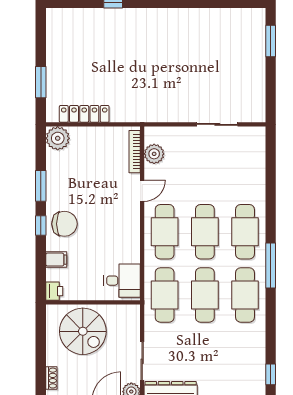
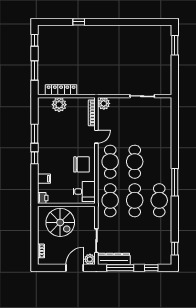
window: (41, 33) -> (35, 40), added
plant: (58, 138) -> (59, 105), moved
plant: (154, 154) -> (104, 103), moved
chair: (64, 224) -> (81, 164), moved
cafe table: (245, 232) -> (159, 162), removed

